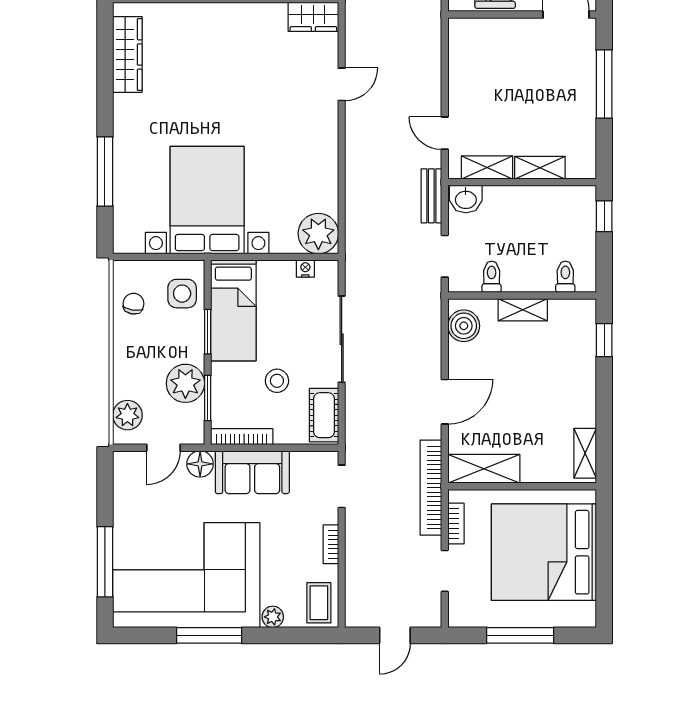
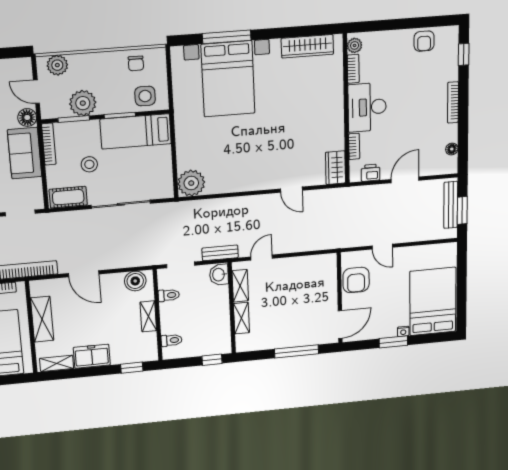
bed with nightstands: (207, 200) -> (228, 79), moved, turned 90
nightstand: (305, 269) -> (167, 177), removed
chair: (134, 304) -> (136, 63), turned 81
freezer: (579, 399) -> (92, 356), added
shelving: (484, 469) -> (42, 319), moved

